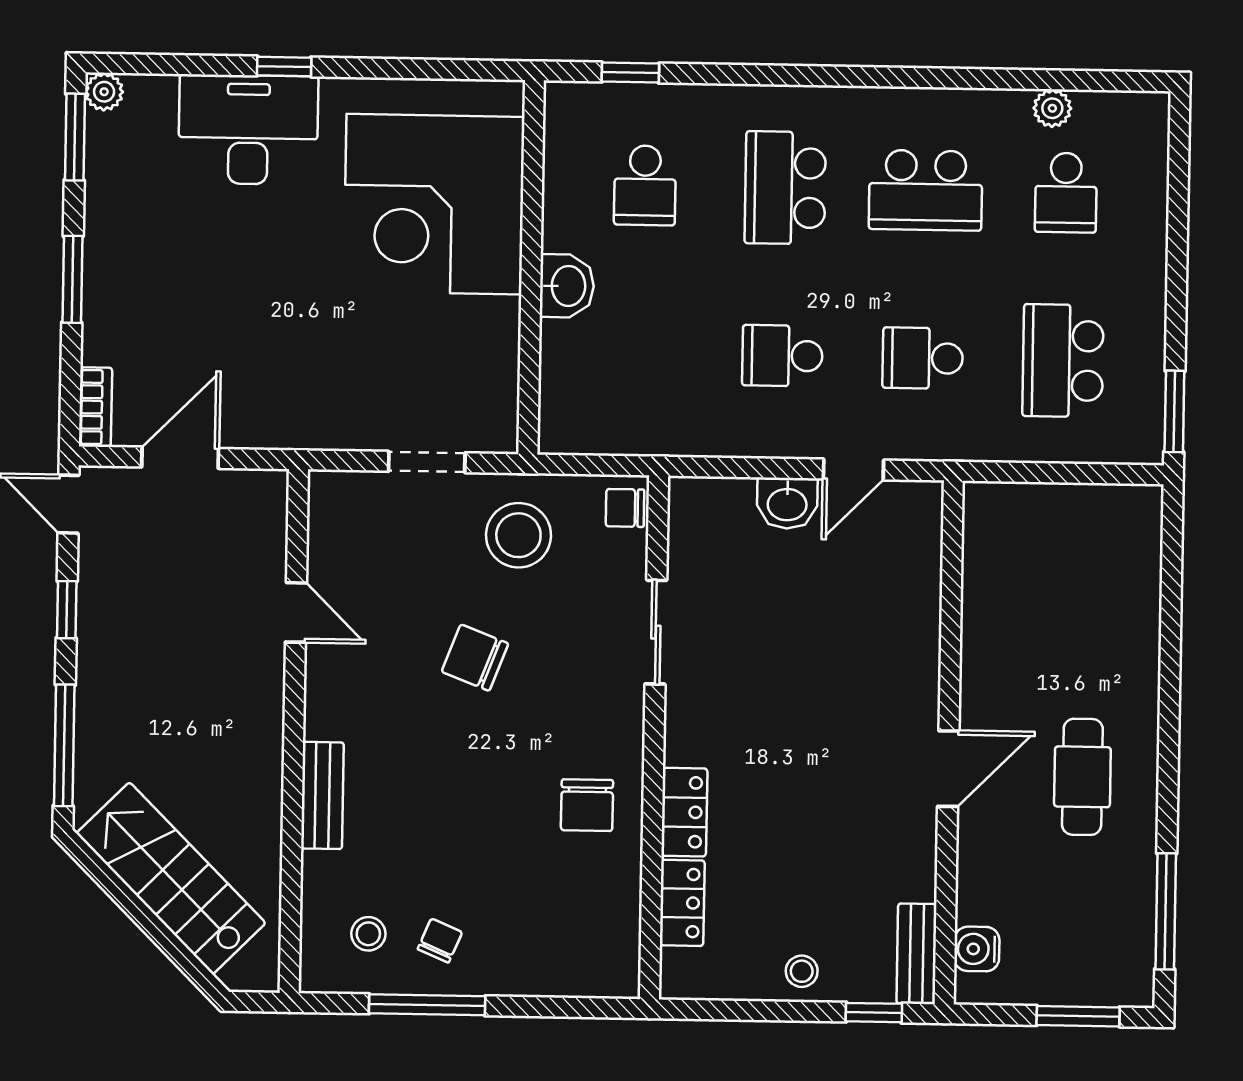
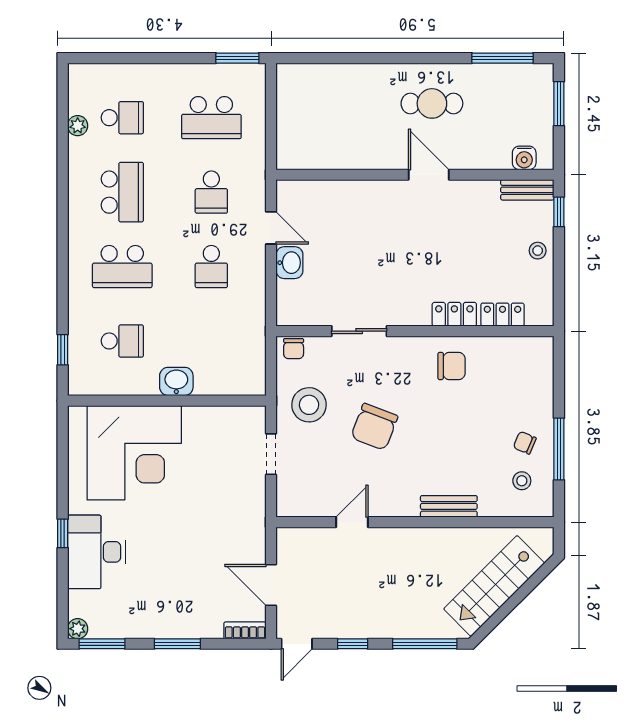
chair: (475, 658) -> (374, 427), width x1.37, depth x1.37

